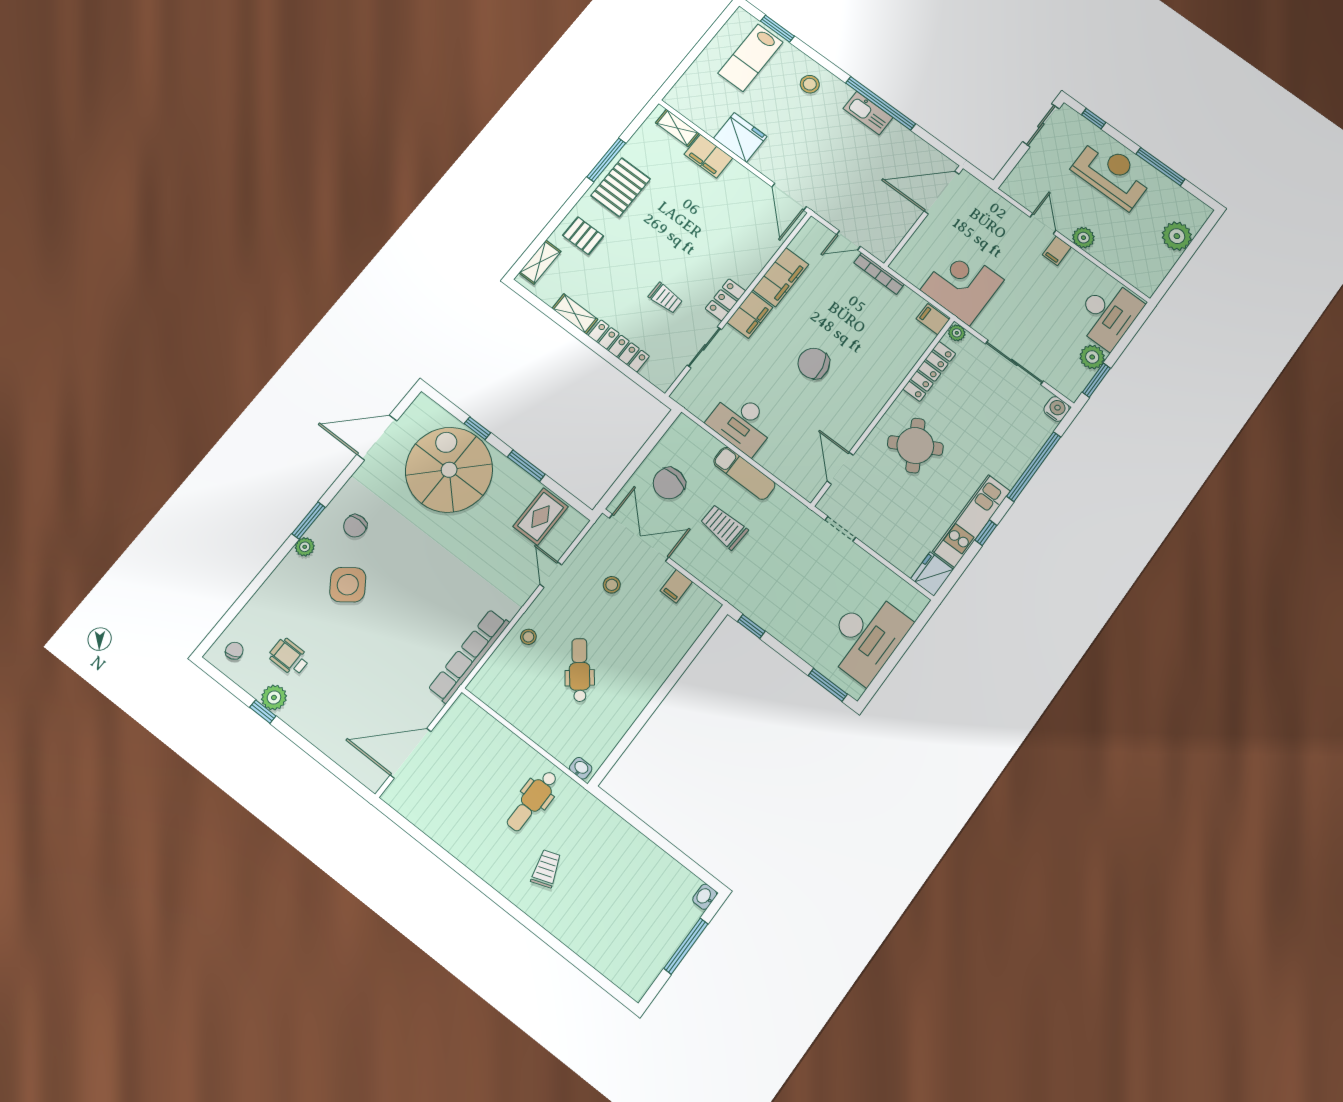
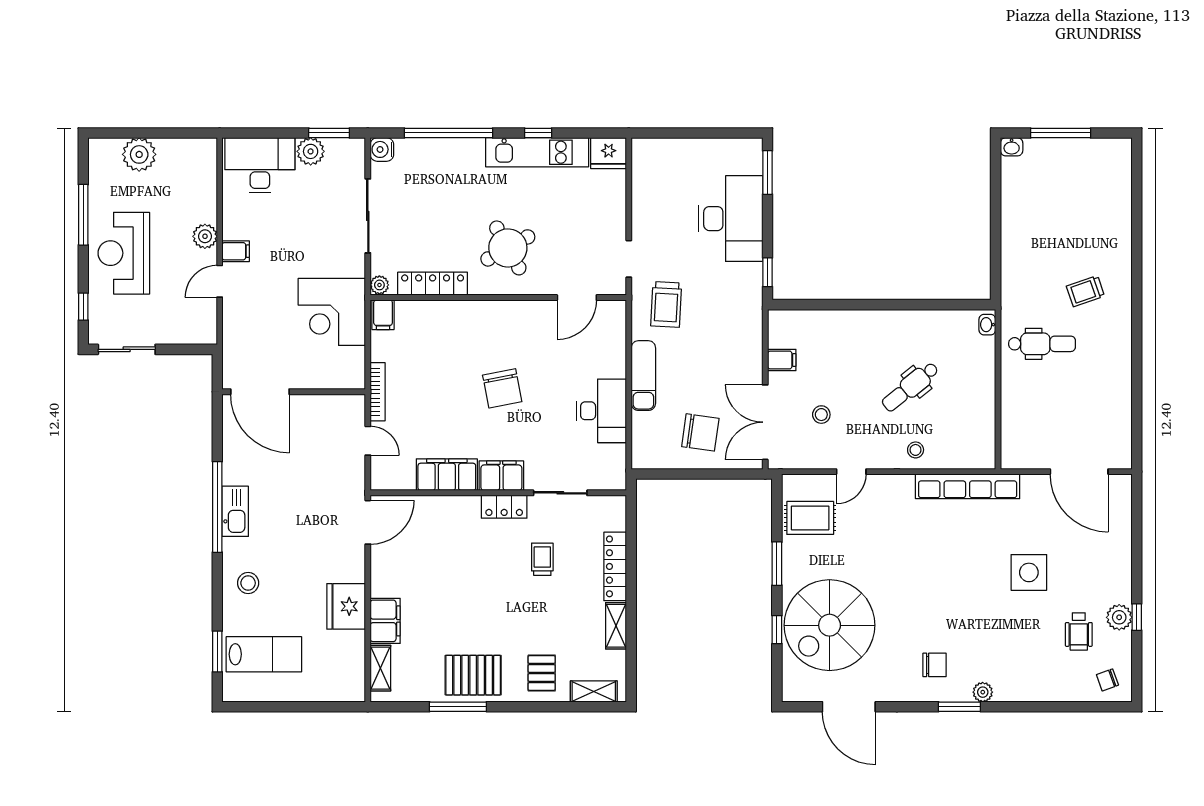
trolley: (724, 527) -> (666, 304), moved
side table: (348, 585) -> (1029, 572), moved, turned 36
desk: (866, 637) -> (731, 219), moved, turned 90

